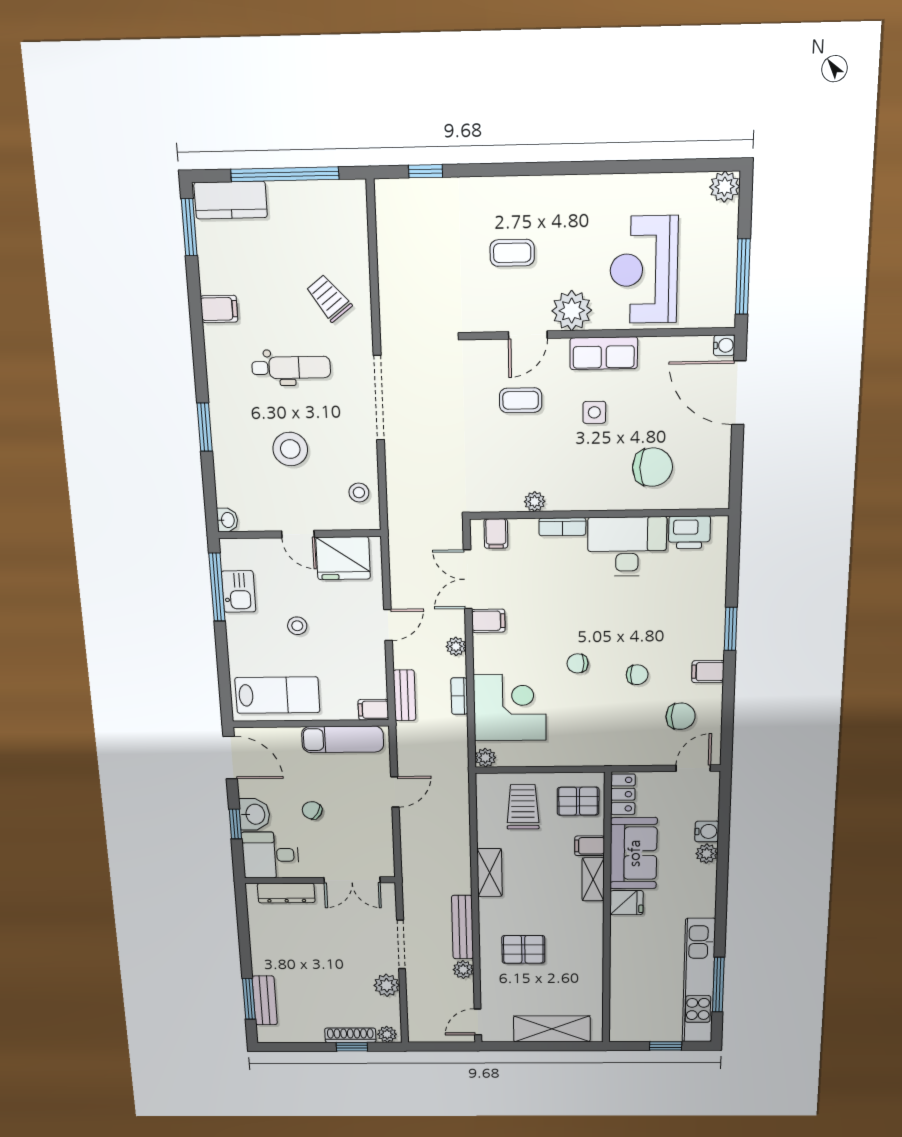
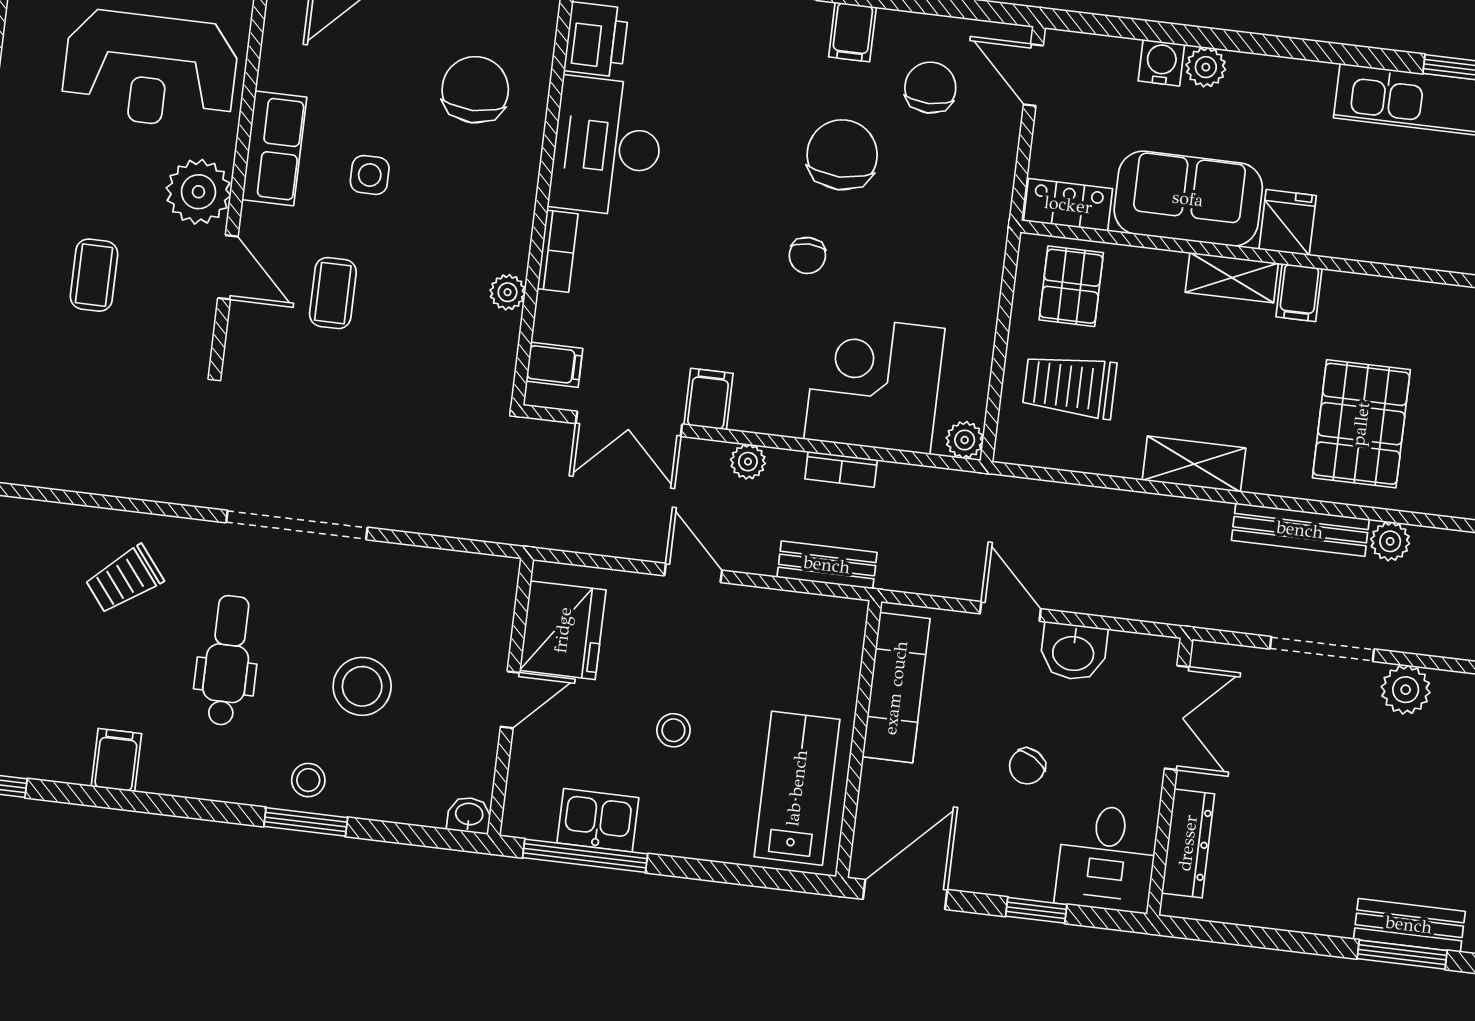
stool: (359, 492) -> (308, 780), moved
chair: (637, 675) -> (842, 155), width x1.87, depth x1.87
filing cabinet: (373, 710) -> (847, 624), removed
washbasin: (254, 814) -> (1073, 652), moved, turned 180
filing cabinet: (590, 846) -> (1299, 293), moved
pallet: (523, 949) -> (1361, 424), width x1.50, depth x1.42

